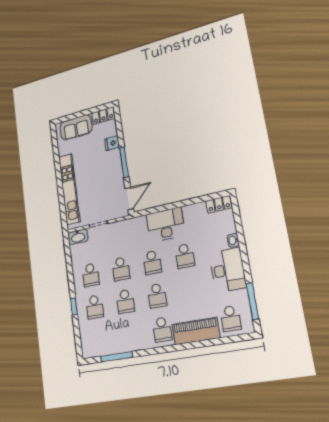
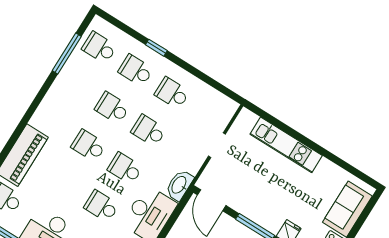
kitchen unit: (69, 189) -> (286, 145), width x0.73
washbasin: (78, 237) -> (179, 185), moved
school desk: (162, 330) -> (99, 48), moved

